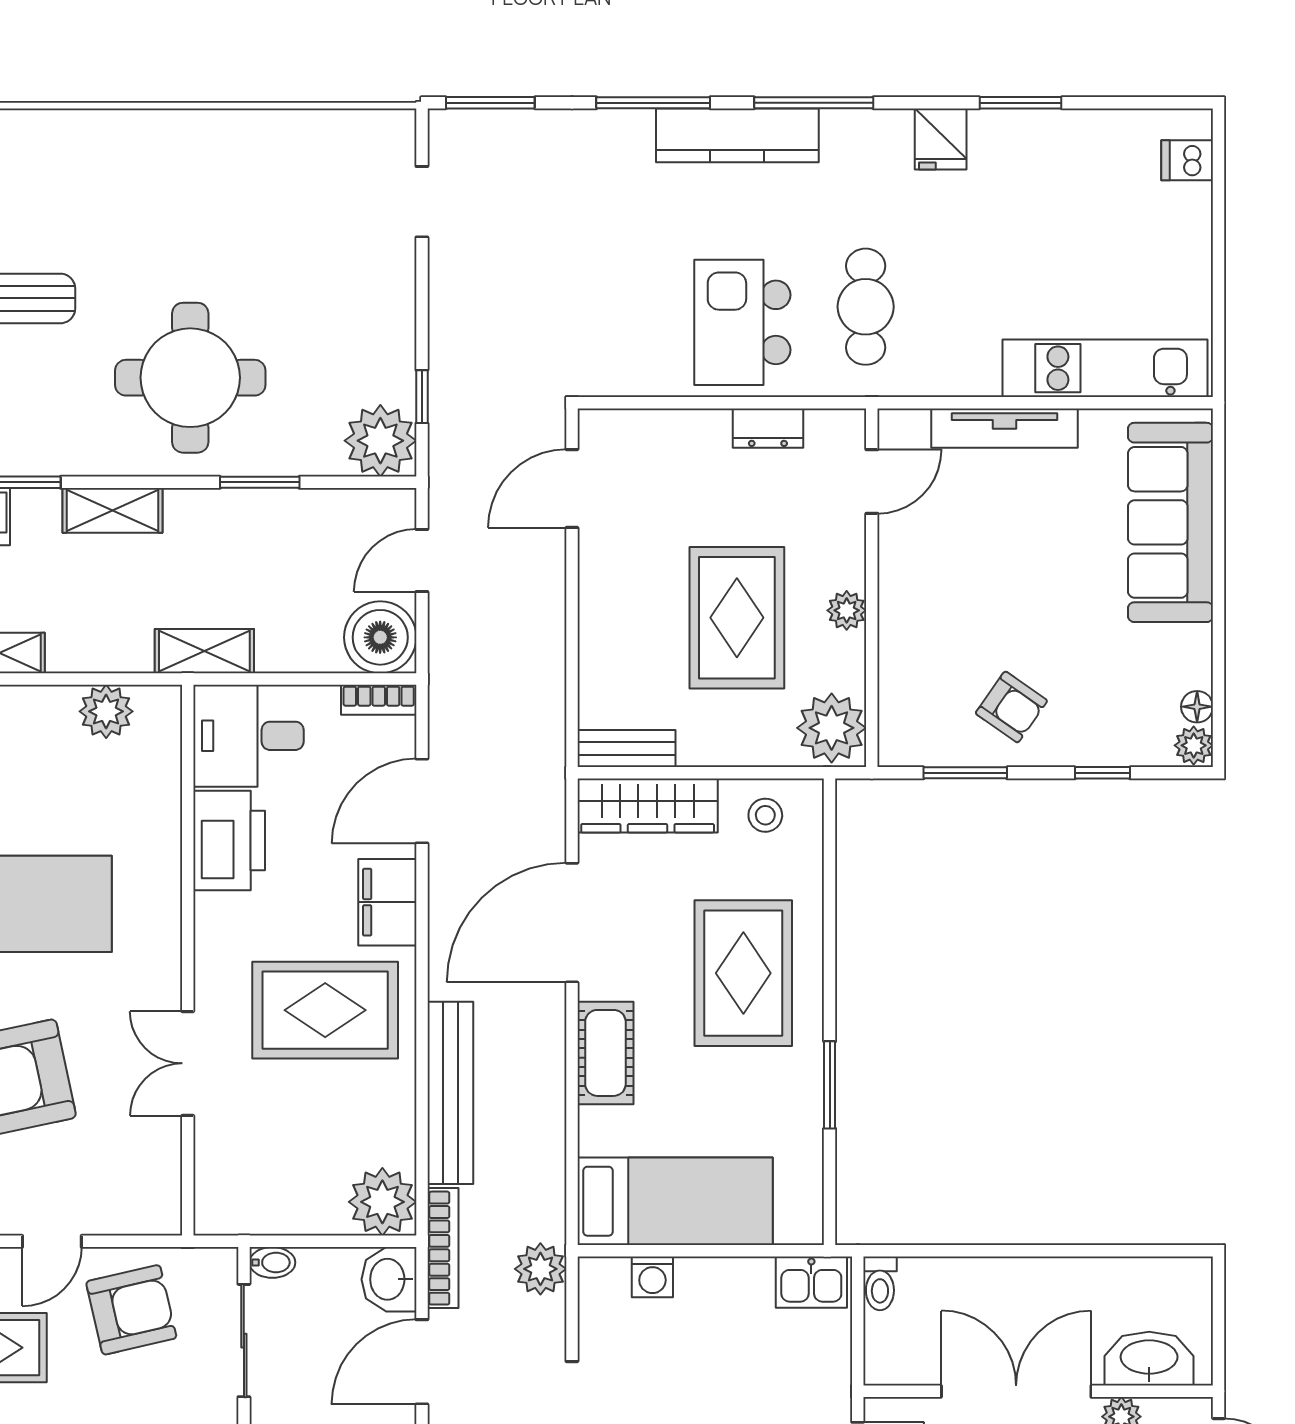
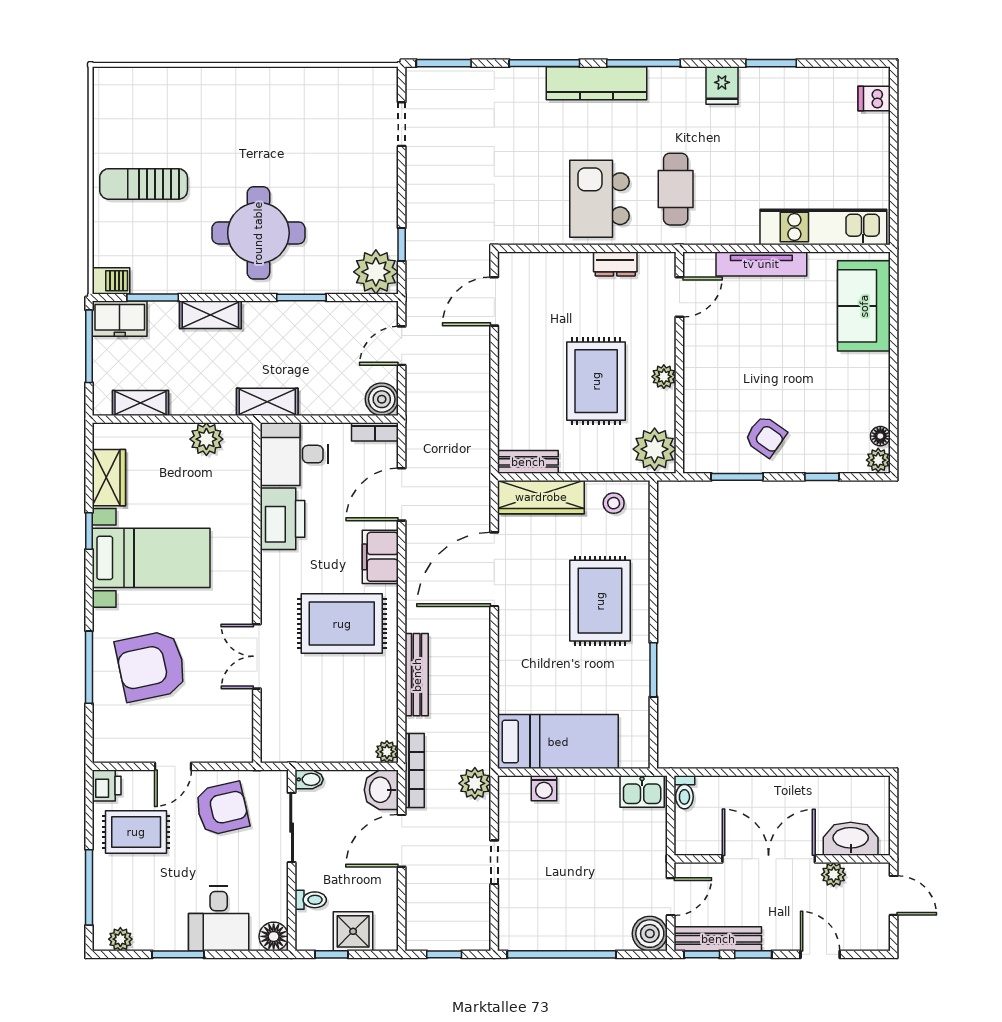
sofa: (1171, 522) -> (864, 306), width x0.73
boiler: (380, 637) -> (382, 399), width x0.73, depth x0.73
cot: (605, 1053) -> (515, 650), removed
bench: (450, 1093) -> (417, 675), width x0.73, depth x0.82
plant: (382, 1202) -> (387, 752), width x0.53, depth x0.53

